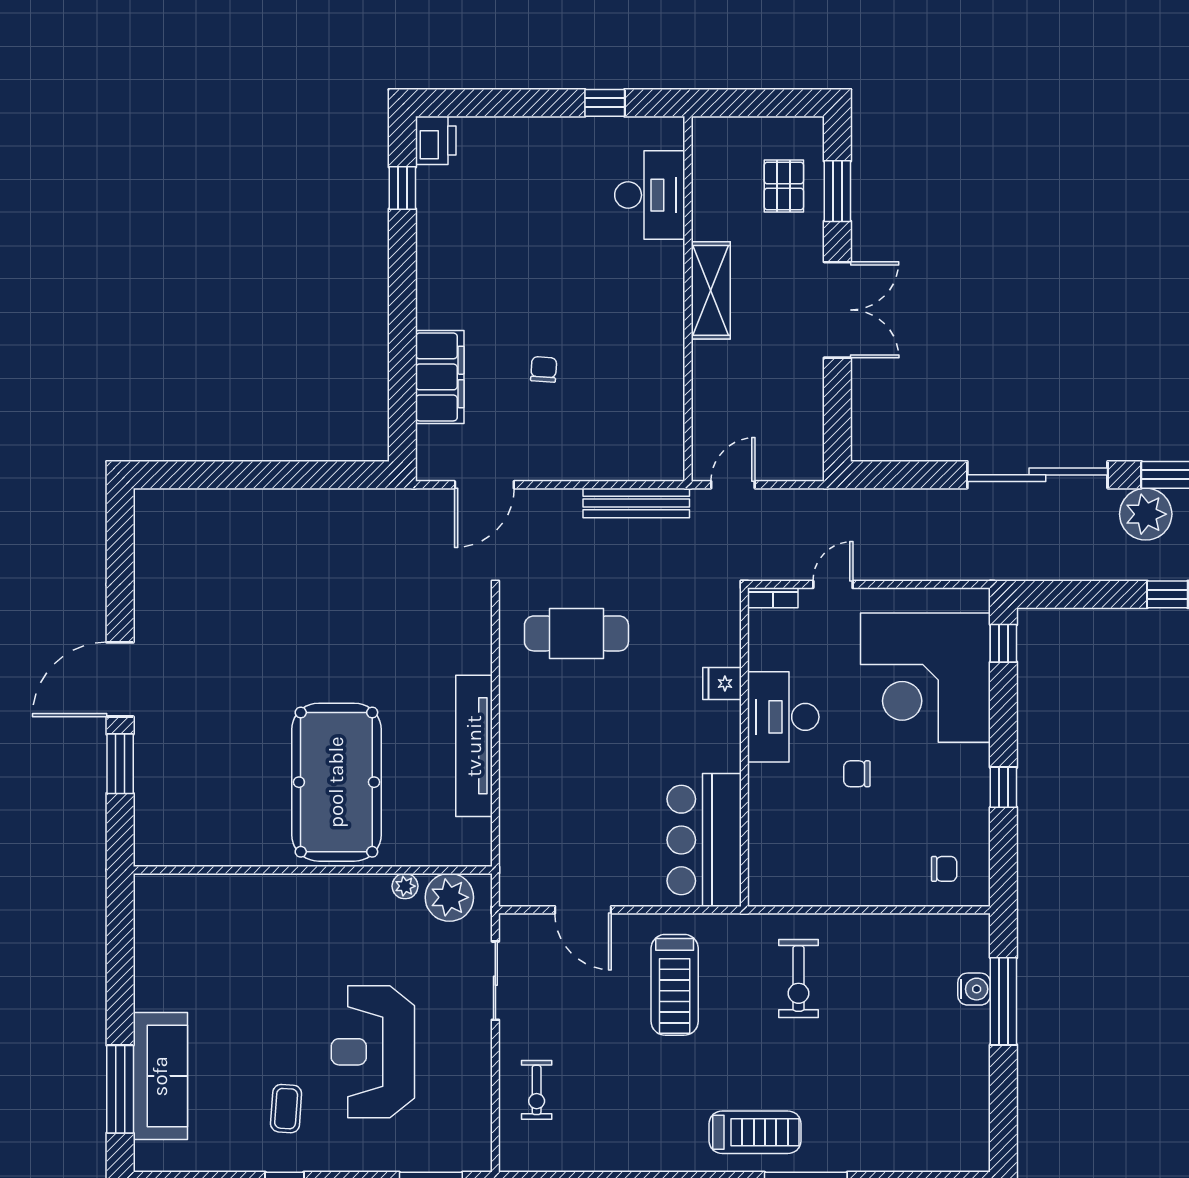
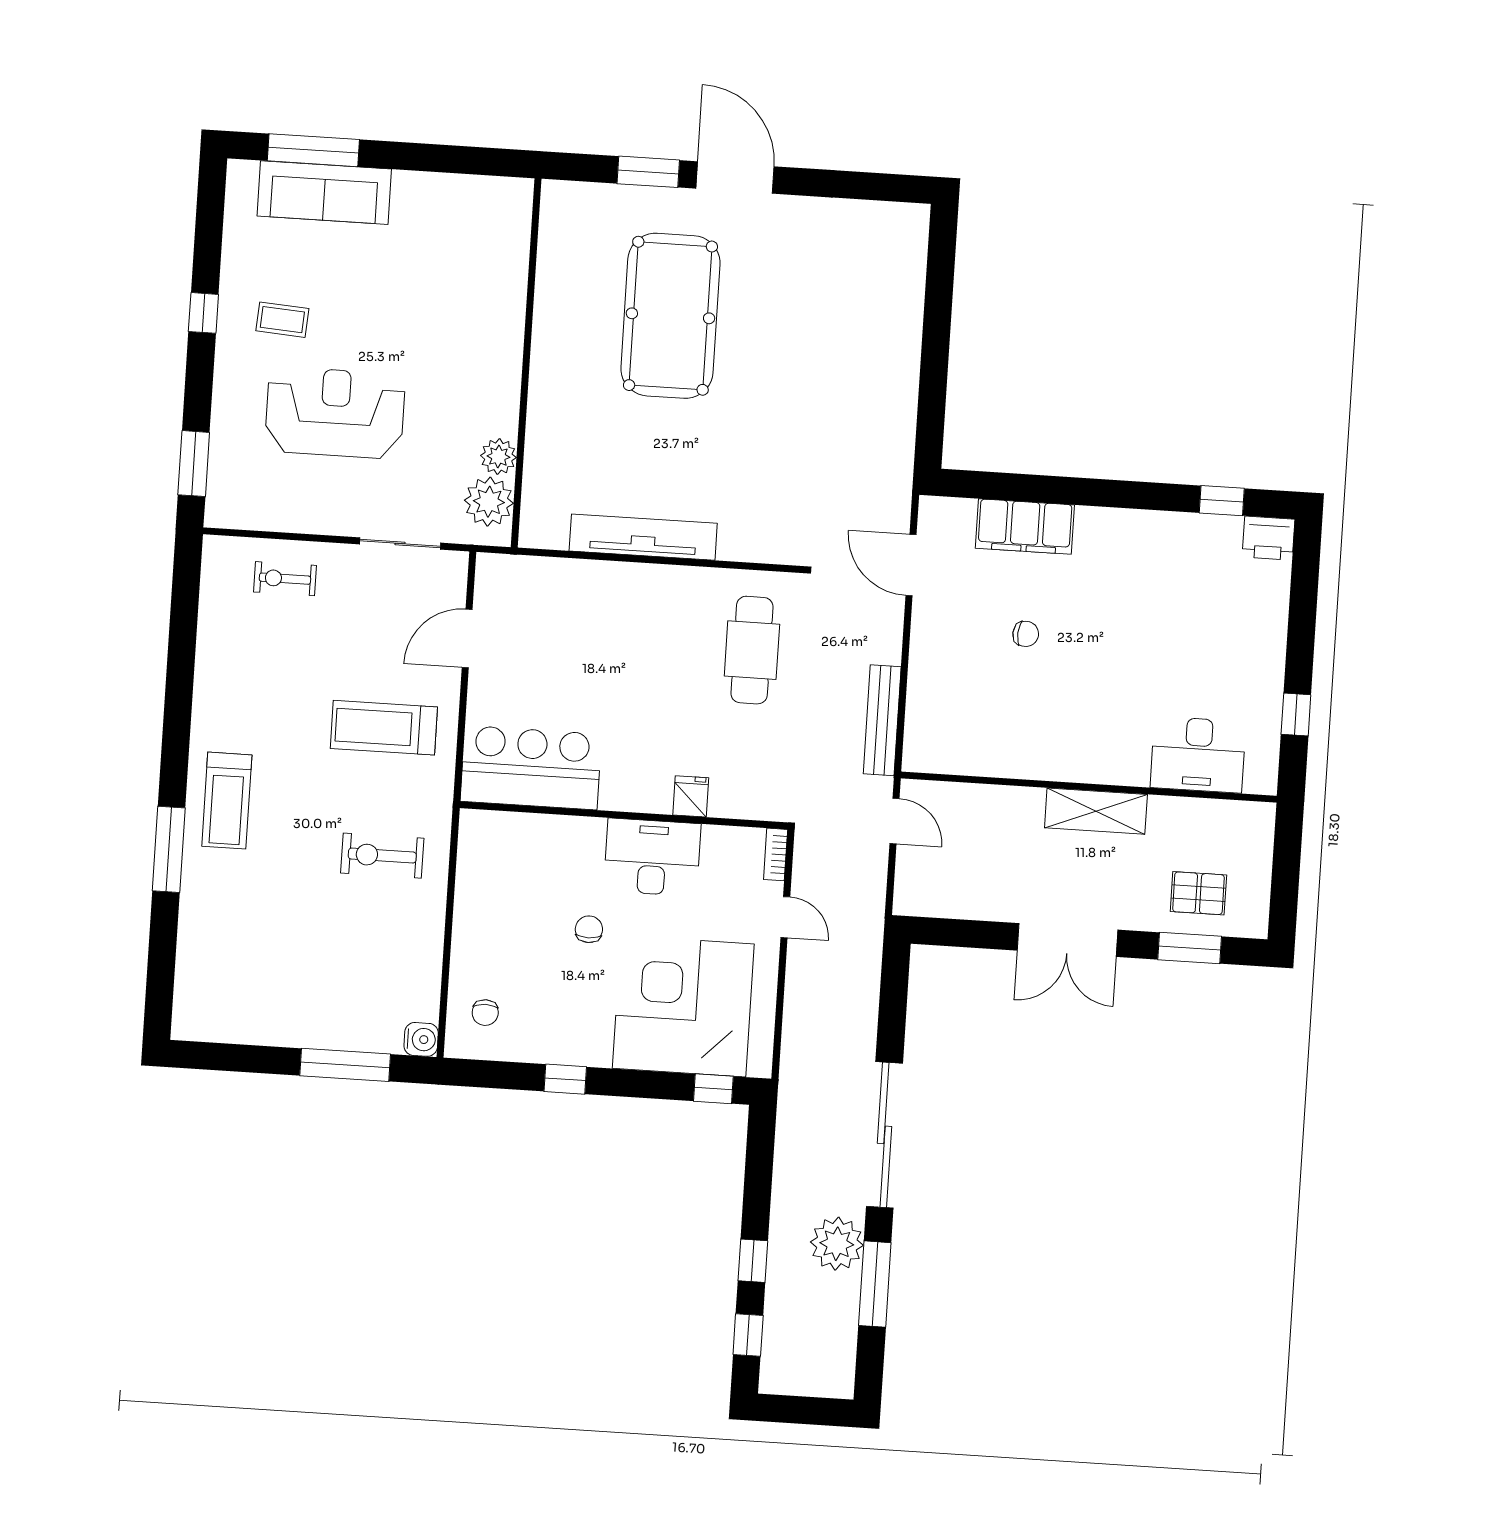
pool table: (336, 782) -> (670, 316), moved, turned 90
plant: (405, 886) -> (498, 457), width x1.38, depth x1.38
water cooler: (974, 989) -> (421, 1039), moved, turned -90

